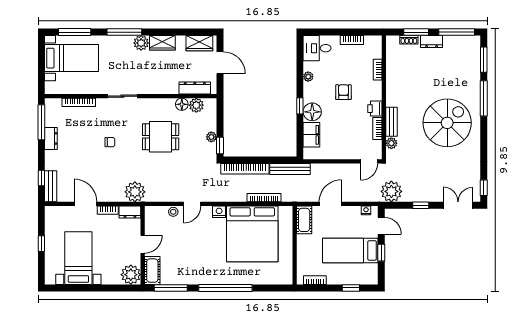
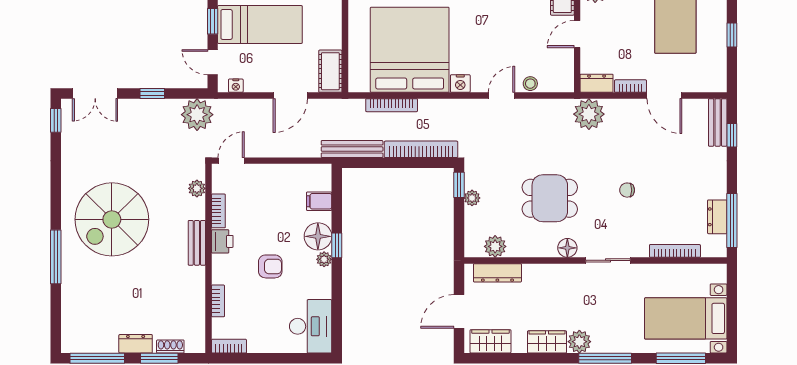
bookcase: (352, 40) -> (229, 346), moved
desk: (317, 48) -> (311, 326), width x1.37
window: (484, 60) -> (56, 316), removed
door: (220, 63) -> (459, 311), hinge flipped
plant: (308, 77) -> (324, 259), moved
armchair: (343, 92) -> (270, 266), turned -90
floor lamp: (182, 104) -> (567, 248), moved
bench: (391, 122) -> (197, 243), moved
filing cabinet: (311, 135) -> (319, 201), width x0.50
dresser: (51, 138) -> (717, 217), moved

